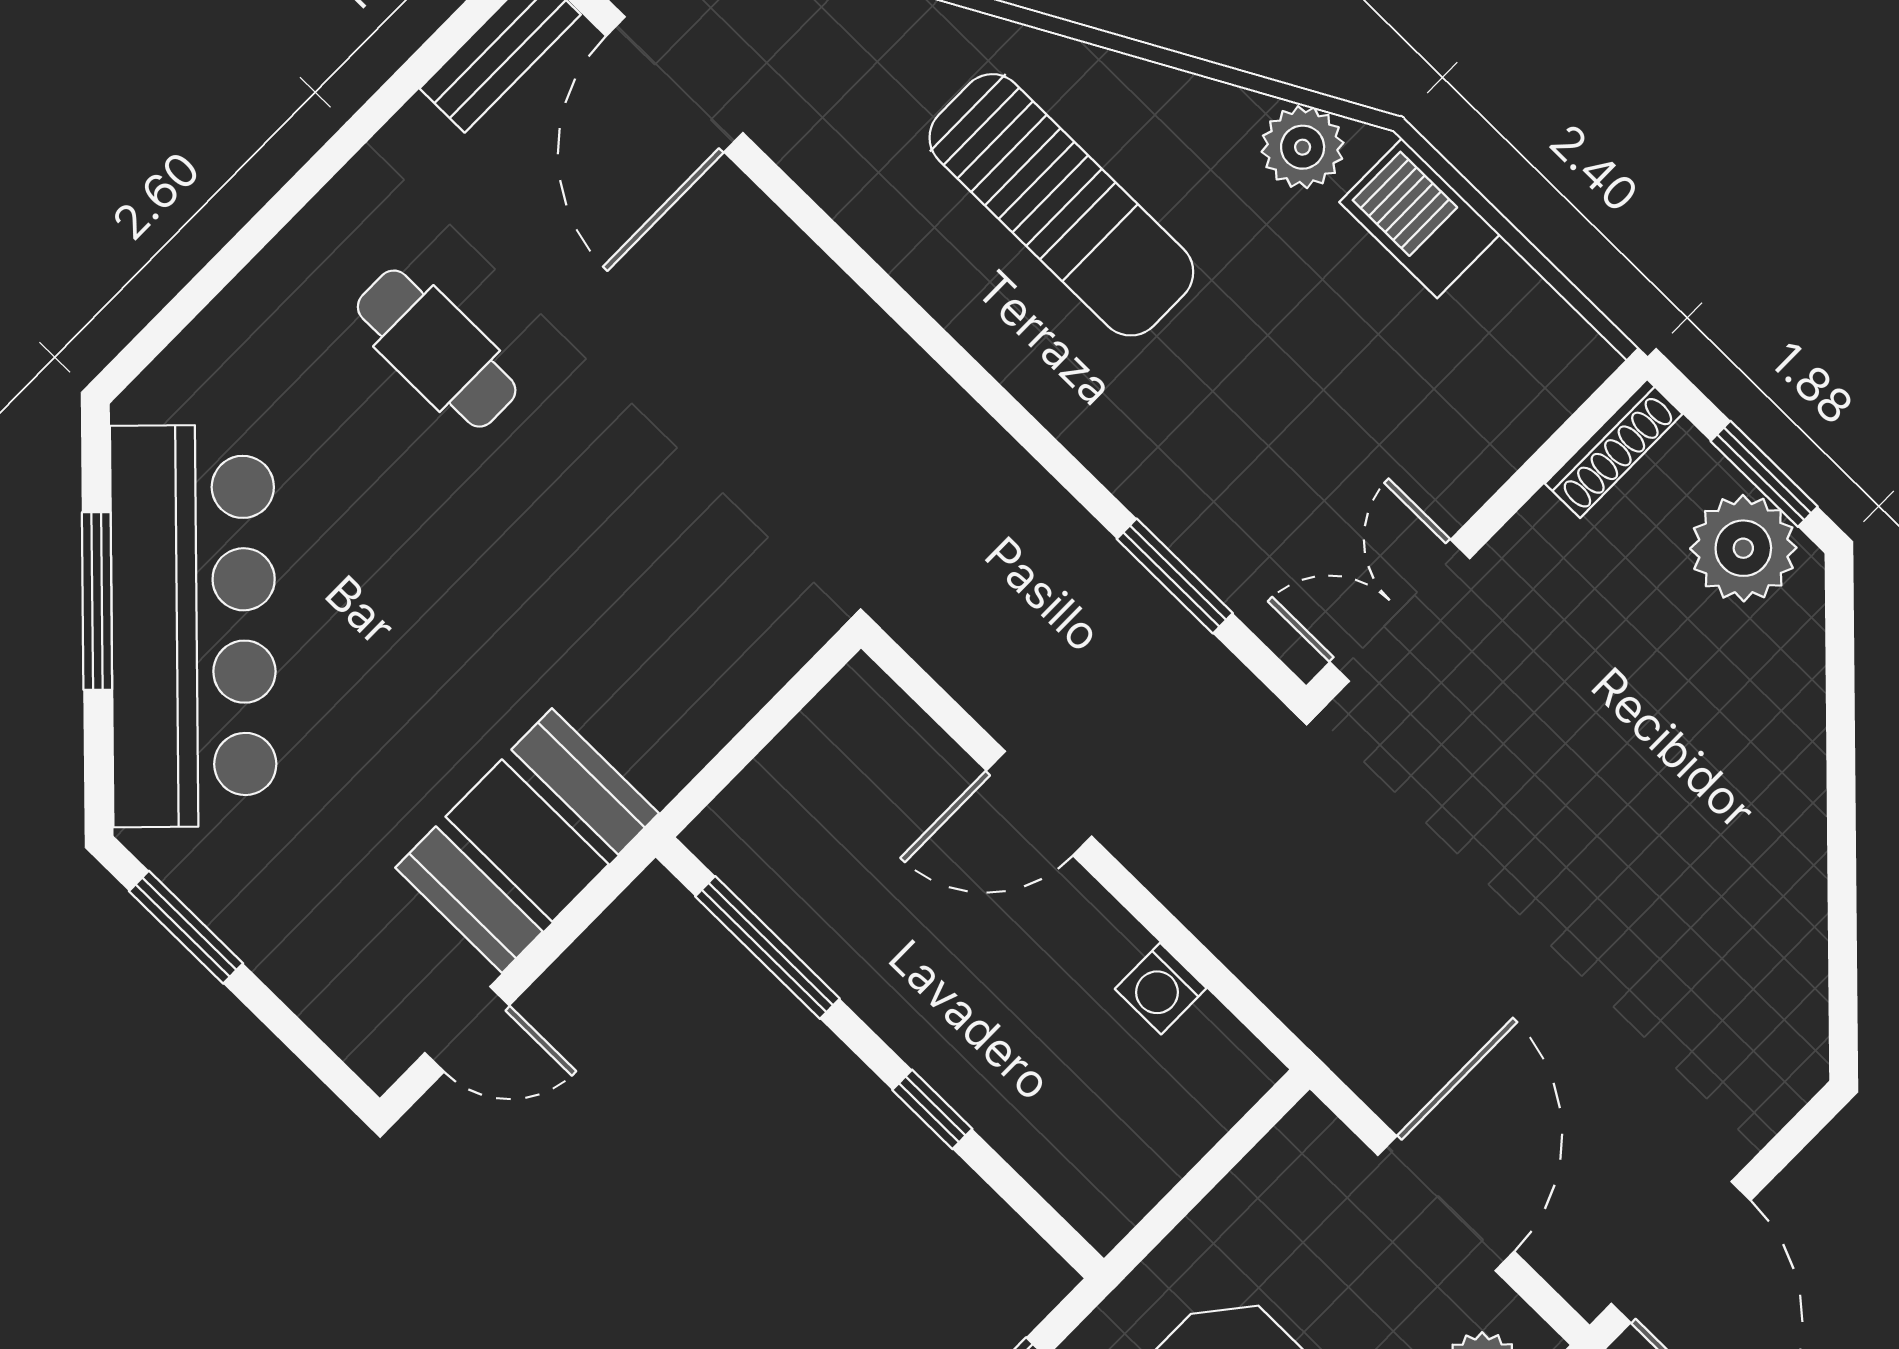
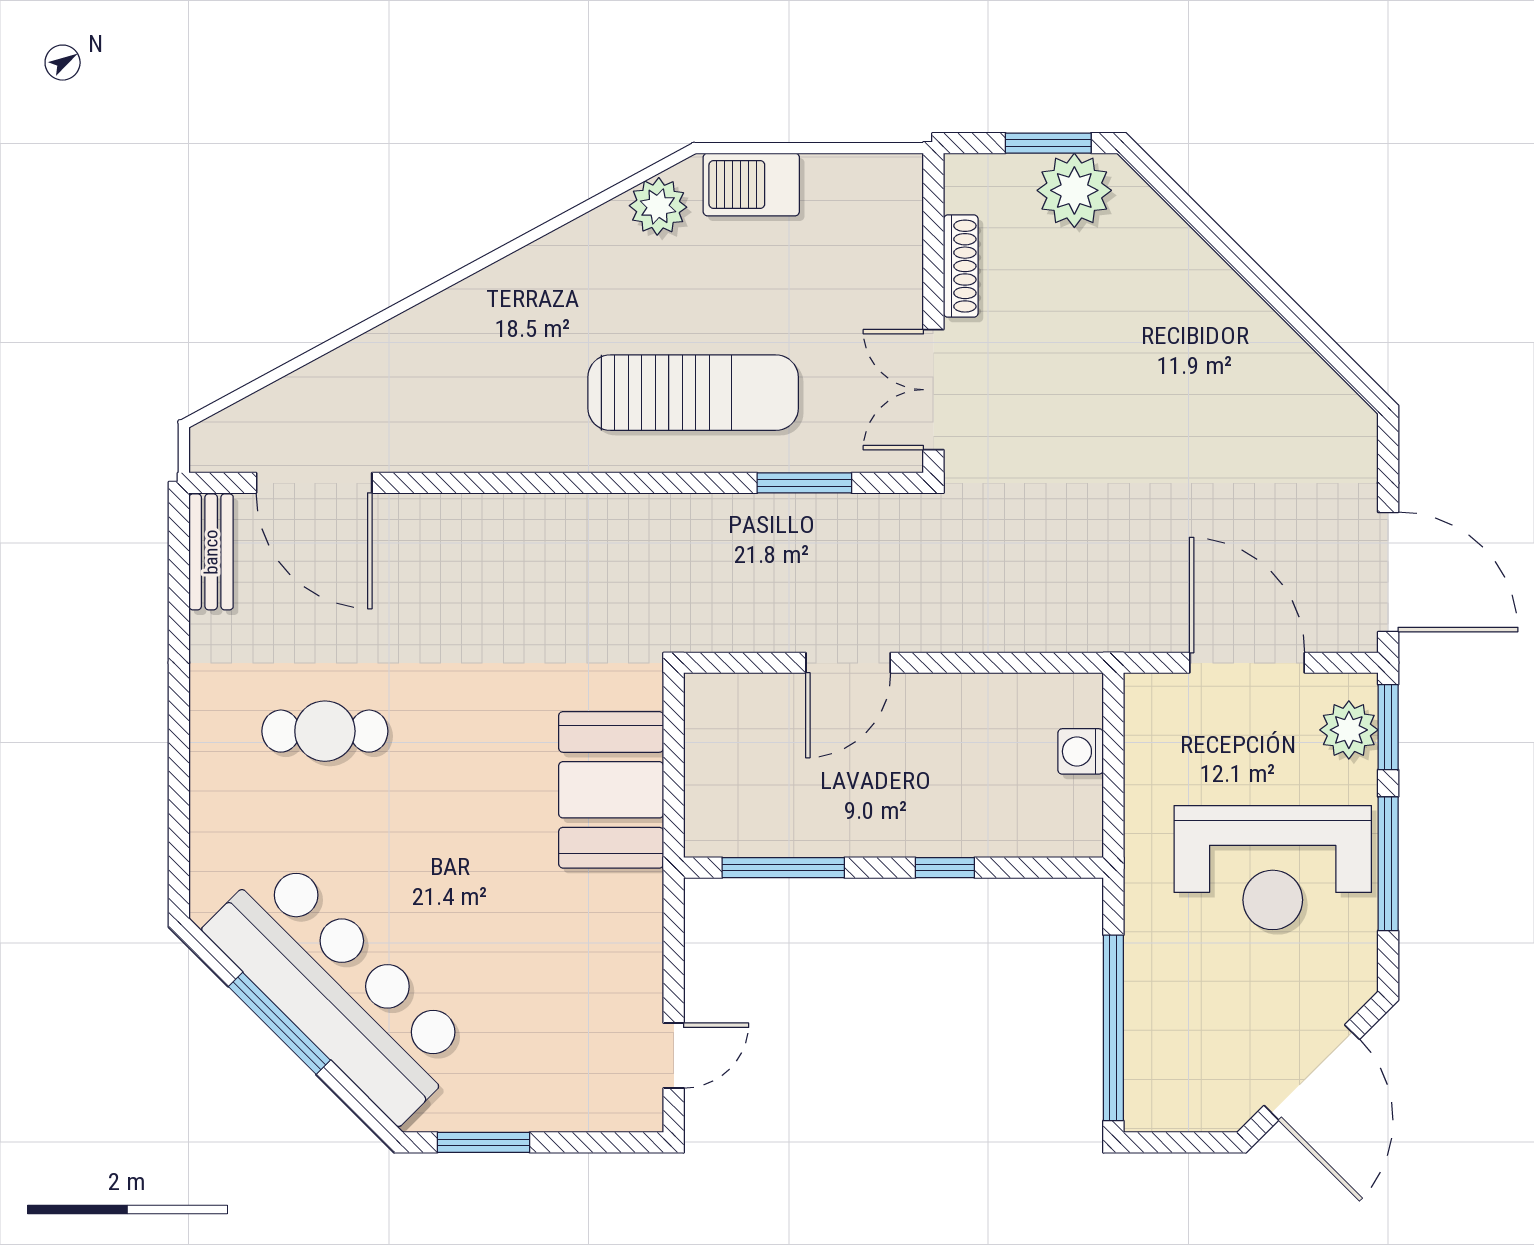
sun lounger: (1061, 205) -> (693, 393), moved
shoe rack: (1614, 449) -> (961, 266), moved
booth: (527, 841) -> (611, 790), moved
washing machine: (1161, 989) -> (1081, 751), moved, turned 90

